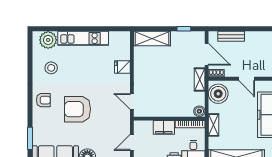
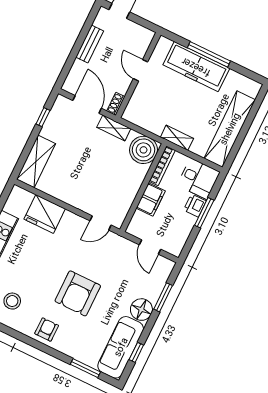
bench: (231, 36) -> (90, 44), moved
door: (207, 54) -> (87, 104), hinge flipped
fridge: (122, 67) -> (45, 214), width x1.88, depth x1.34
door: (247, 79) -> (141, 70), swing flipped
boiler: (218, 94) -> (142, 114), removed
boiler: (199, 111) -> (144, 150), width x1.86, depth x1.86

